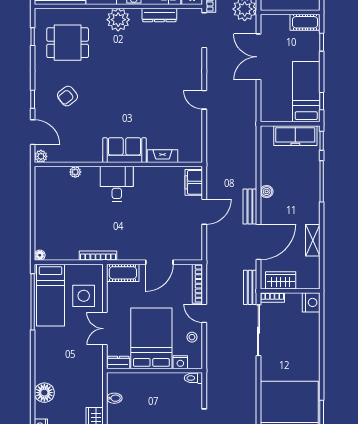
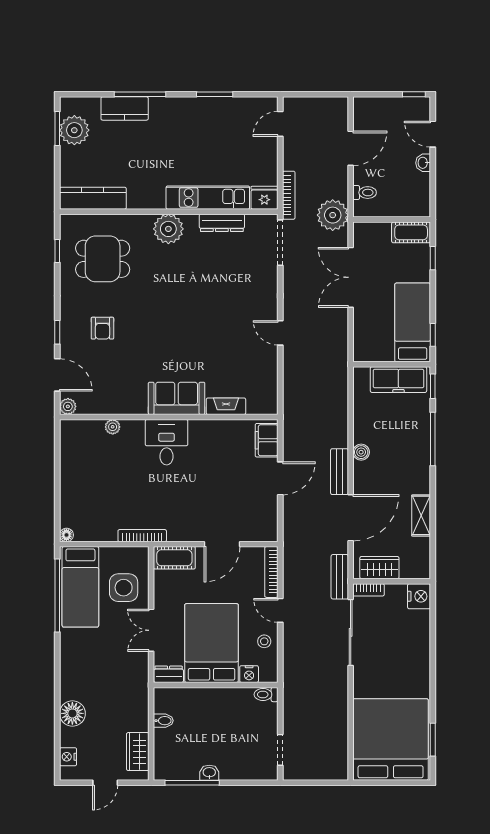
armchair: (67, 96) -> (102, 328), turned -52

